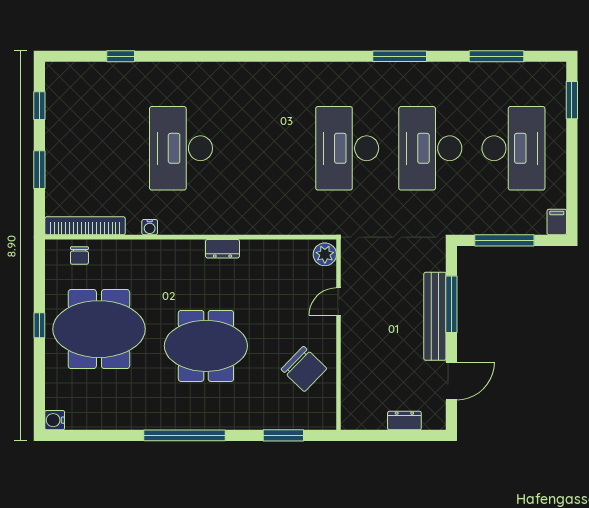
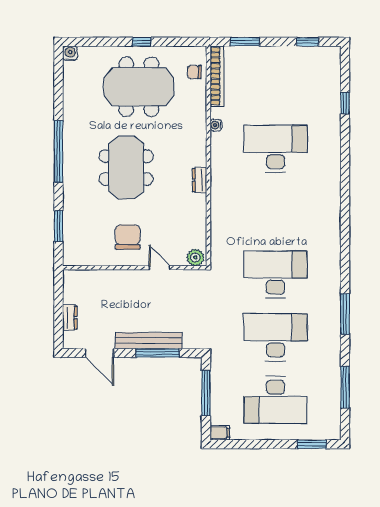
window: (39, 170) -> (245, 42), moved
meeting table: (99, 329) -> (139, 87), turned 90
chair: (304, 369) -> (128, 237), moved, turned 136

